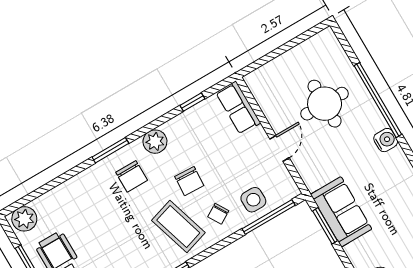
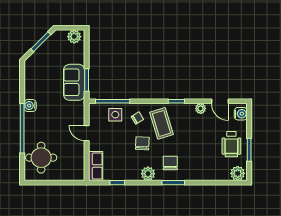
round table: (325, 104) -> (41, 158), moved
door: (280, 148) -> (87, 133), hinge flipped

